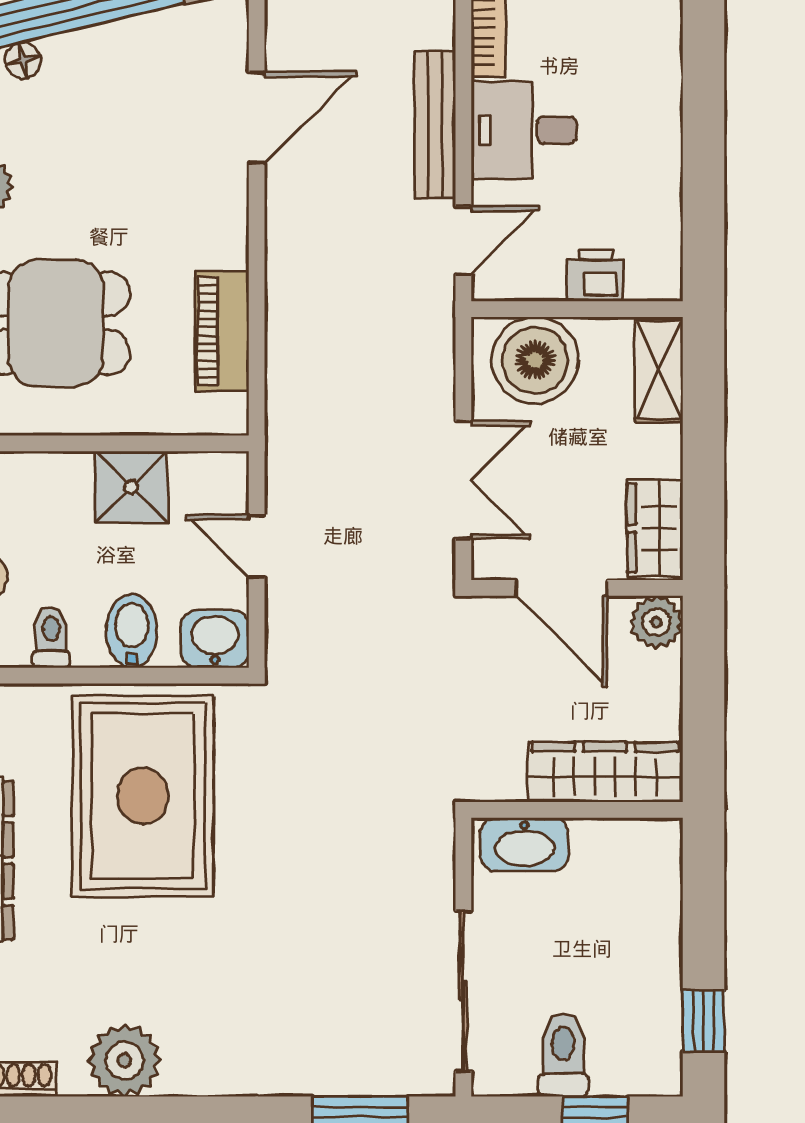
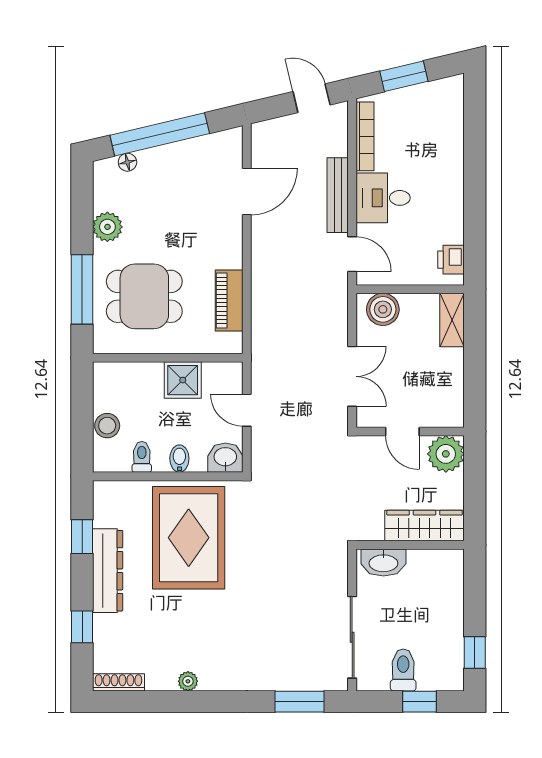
door: (463, 240) -> (352, 254), hinge flipped
printer: (595, 275) -> (451, 260), moved, turned -90
boiler: (535, 360) -> (383, 309), width x0.73, depth x0.73
wardrobe: (655, 528) -> (450, 401), removed
door: (562, 588) -> (402, 432), width x0.73
plant: (656, 622) -> (446, 454), width x1.36, depth x1.36
bidet: (132, 631) -> (179, 459), width x0.72, depth x0.74
plant: (125, 1060) -> (188, 681), width x0.53, depth x0.53

